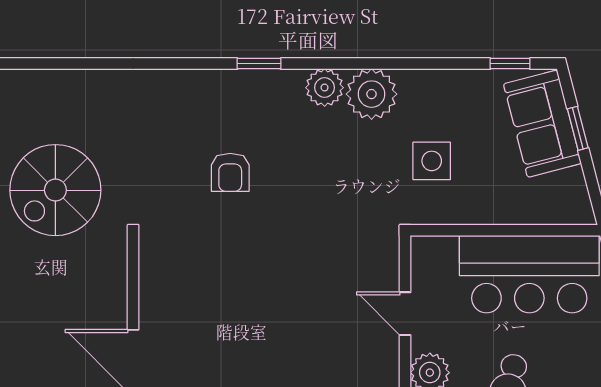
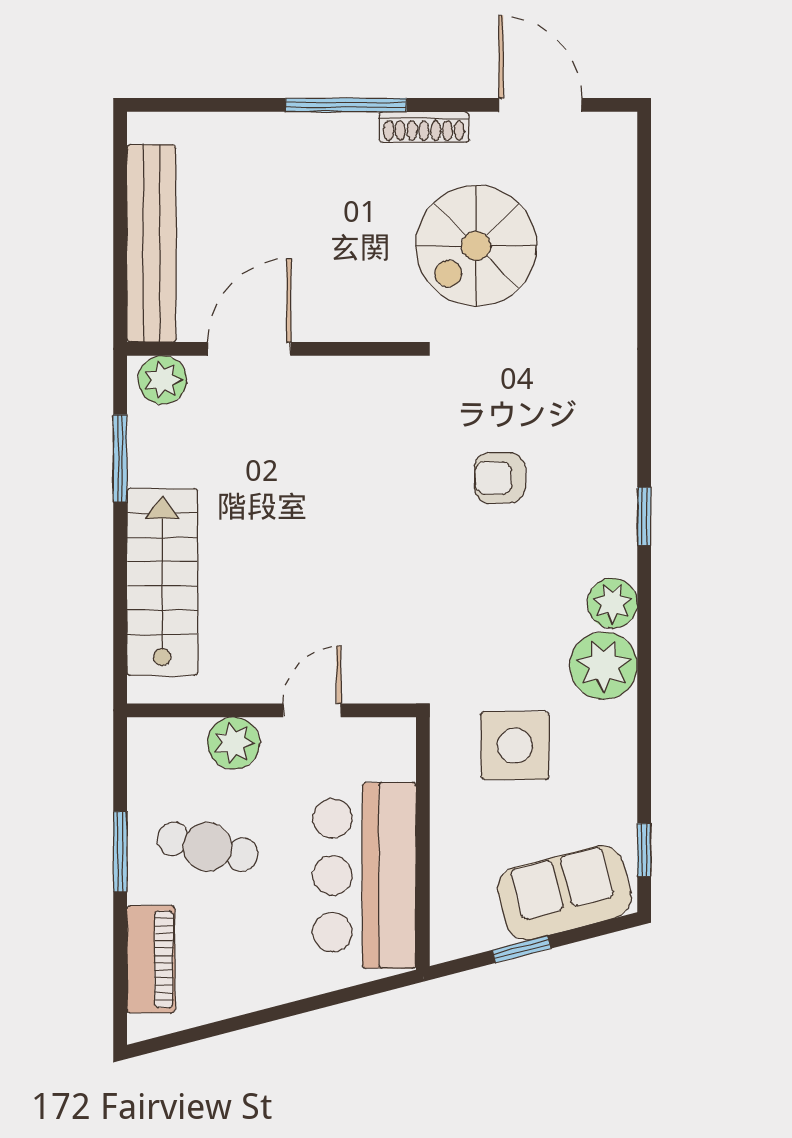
window: (578, 128) -> (521, 949), moved
side table: (432, 161) -> (515, 746), width x1.37, depth x1.37
spiral stairs: (55, 190) -> (476, 246), turned -90

